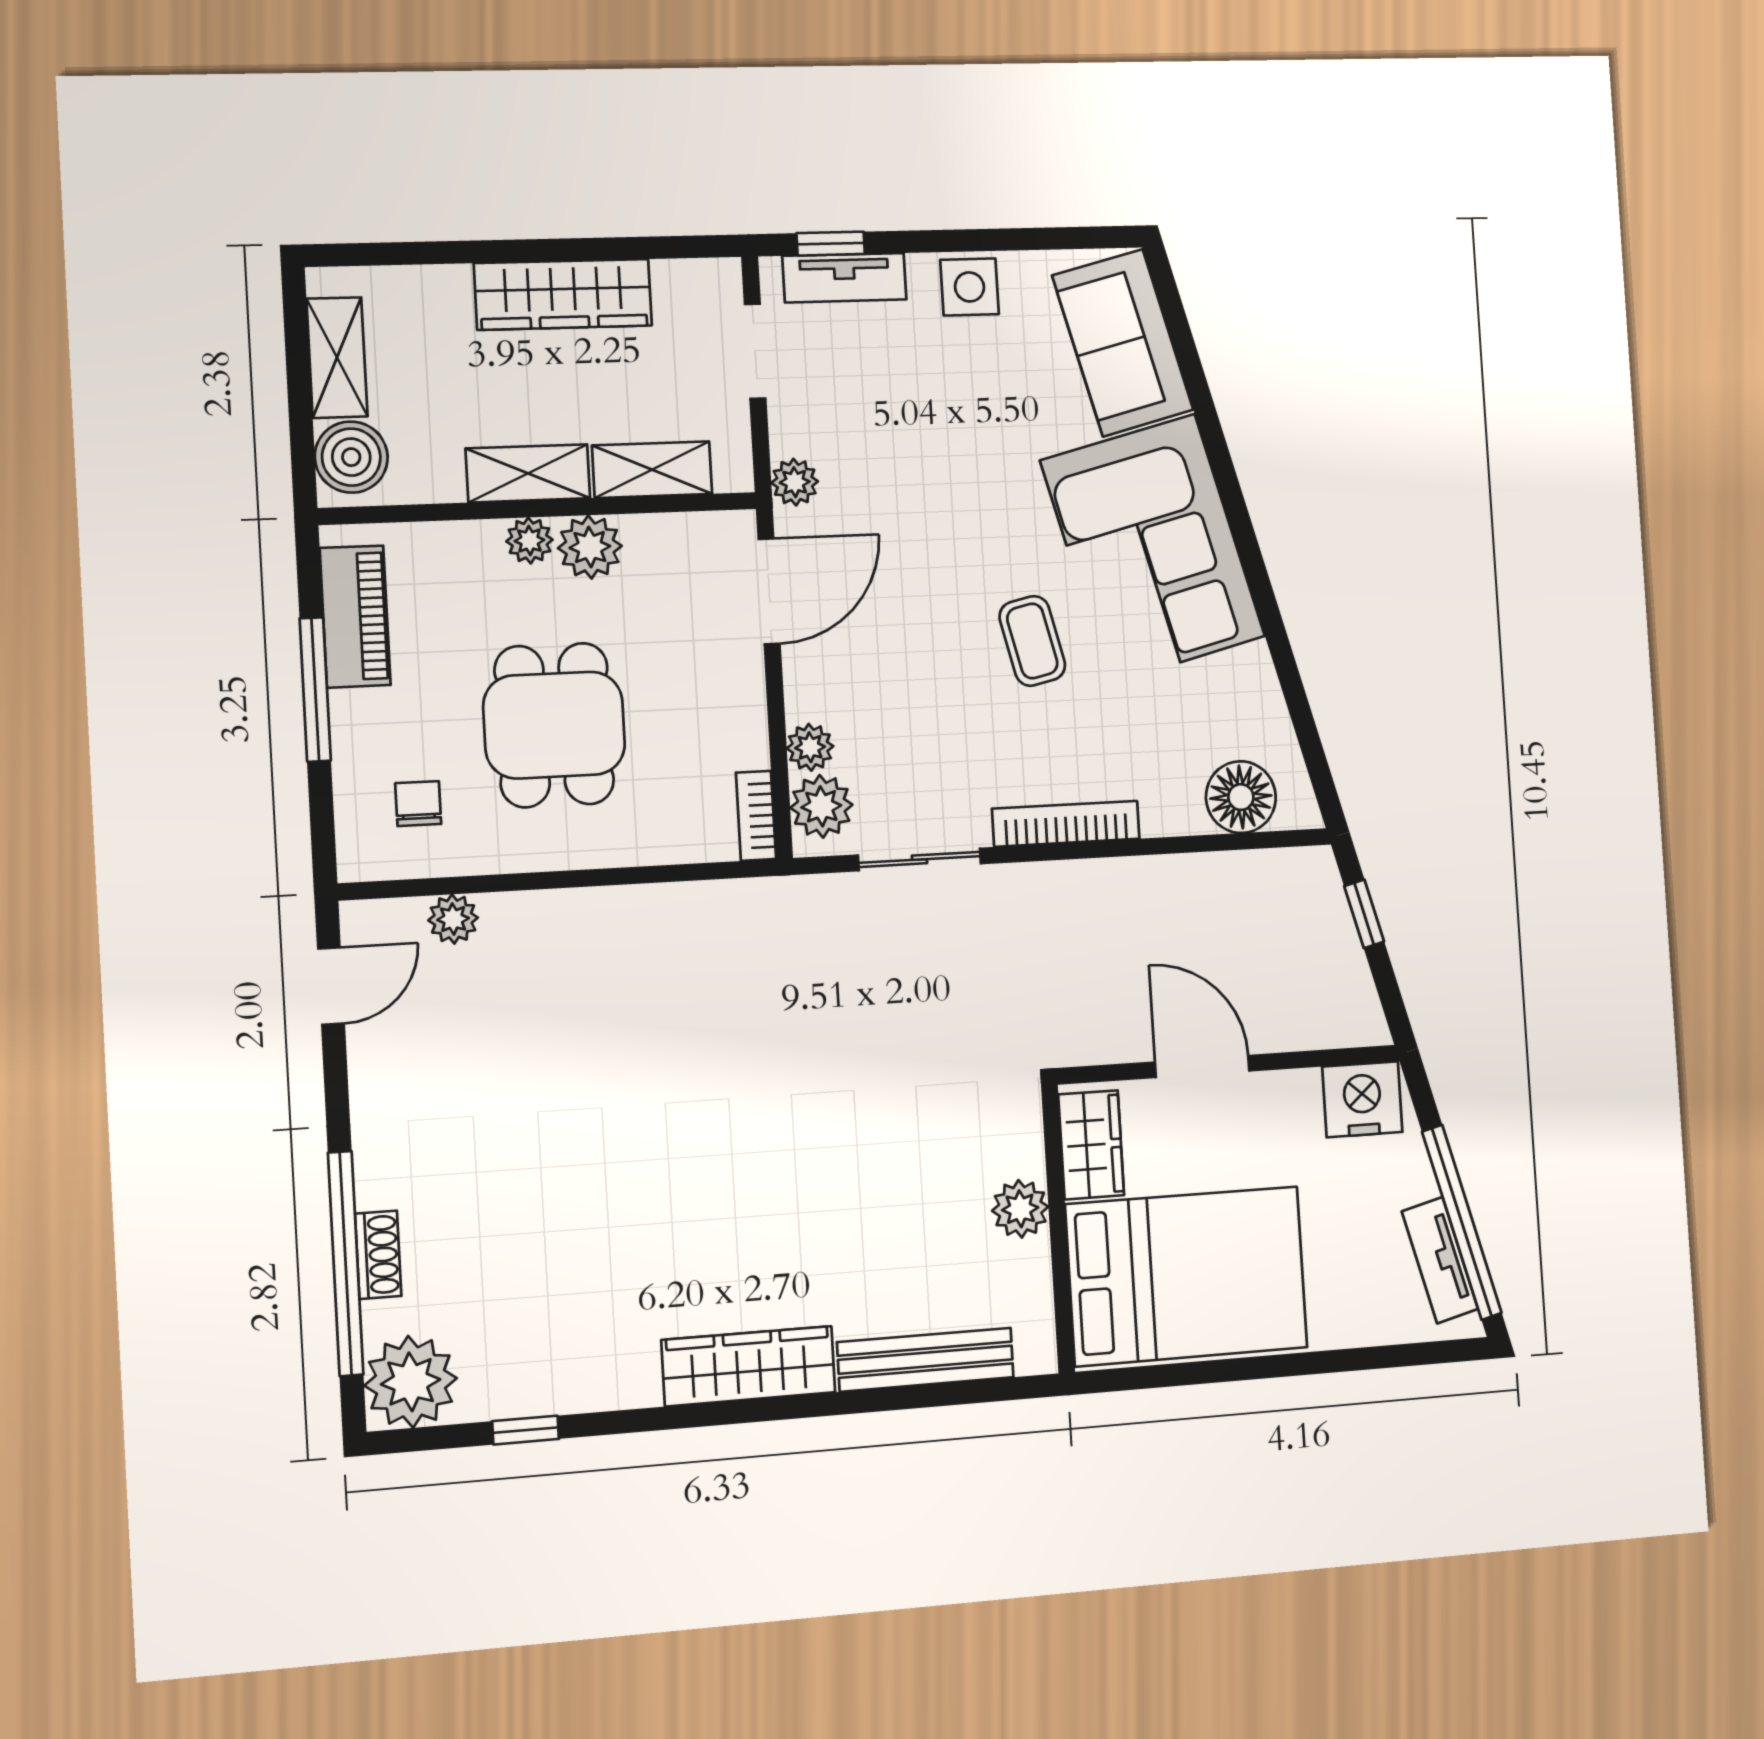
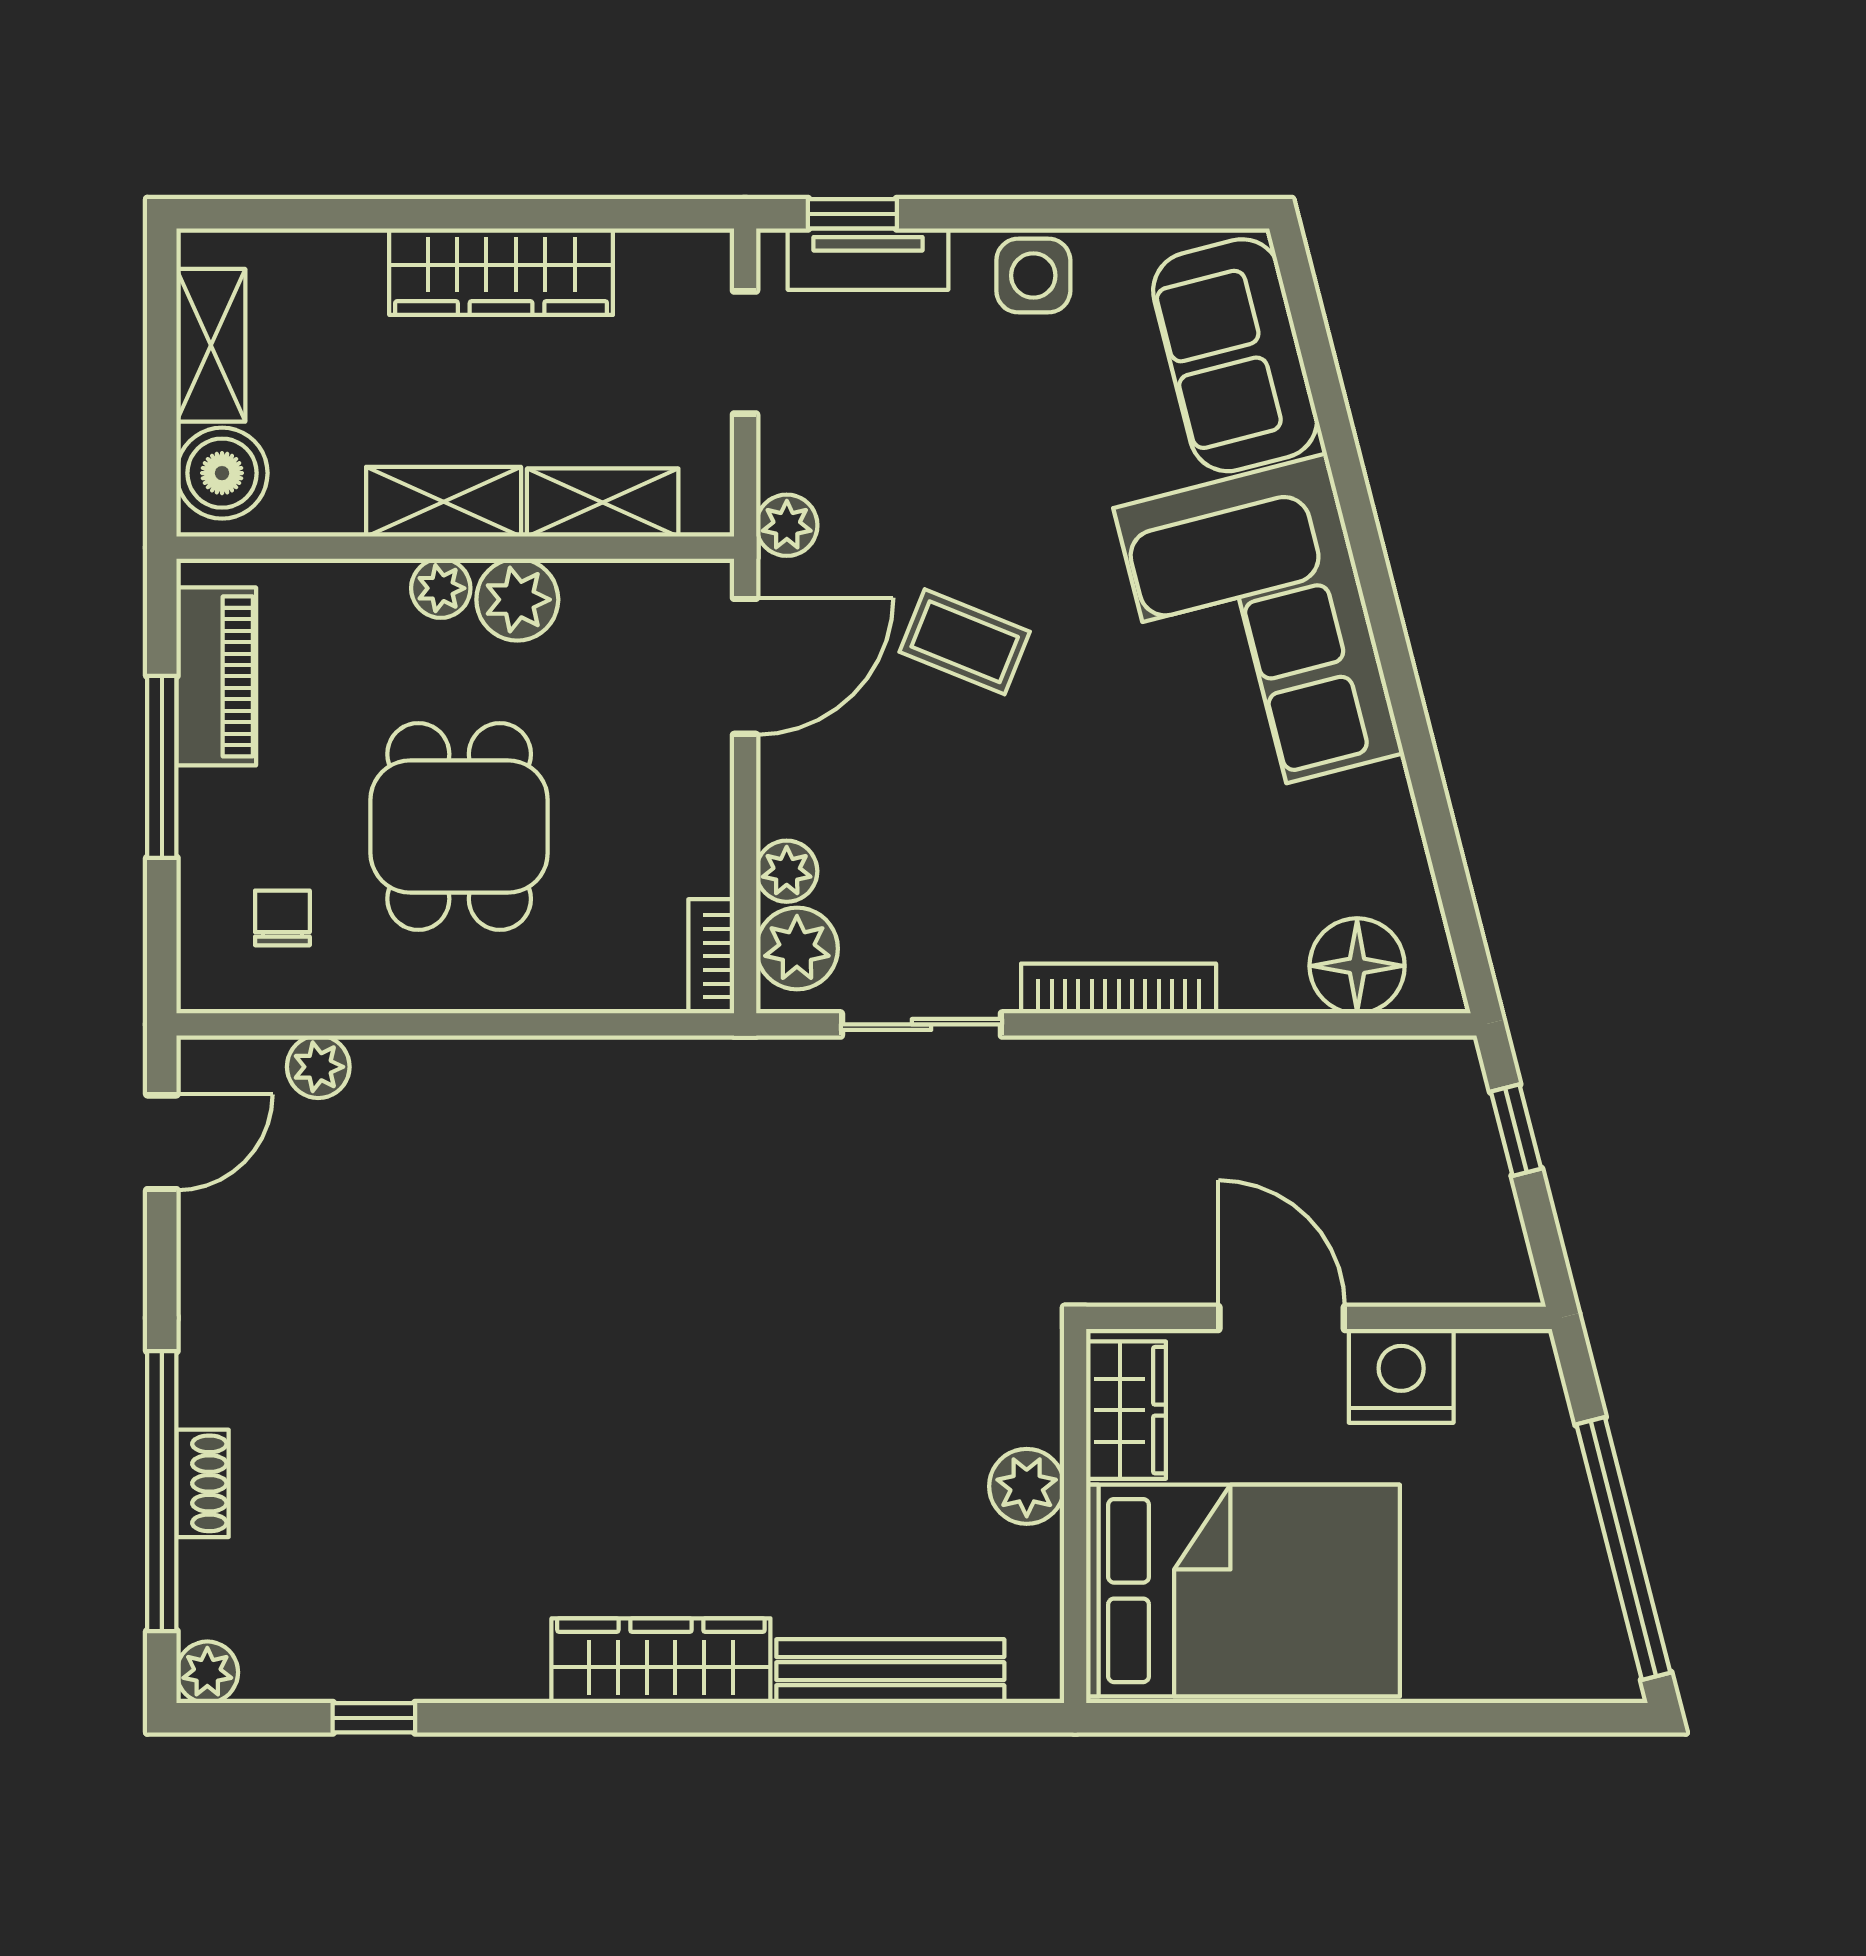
coffee table: (1032, 641) -> (965, 642), moved, turned -55
nightstand: (1362, 1099) -> (1401, 1376), moved
tv unit: (1440, 1260) -> (1590, 1596), removed
plant: (411, 1382) -> (207, 1672), width x0.53, depth x0.53

